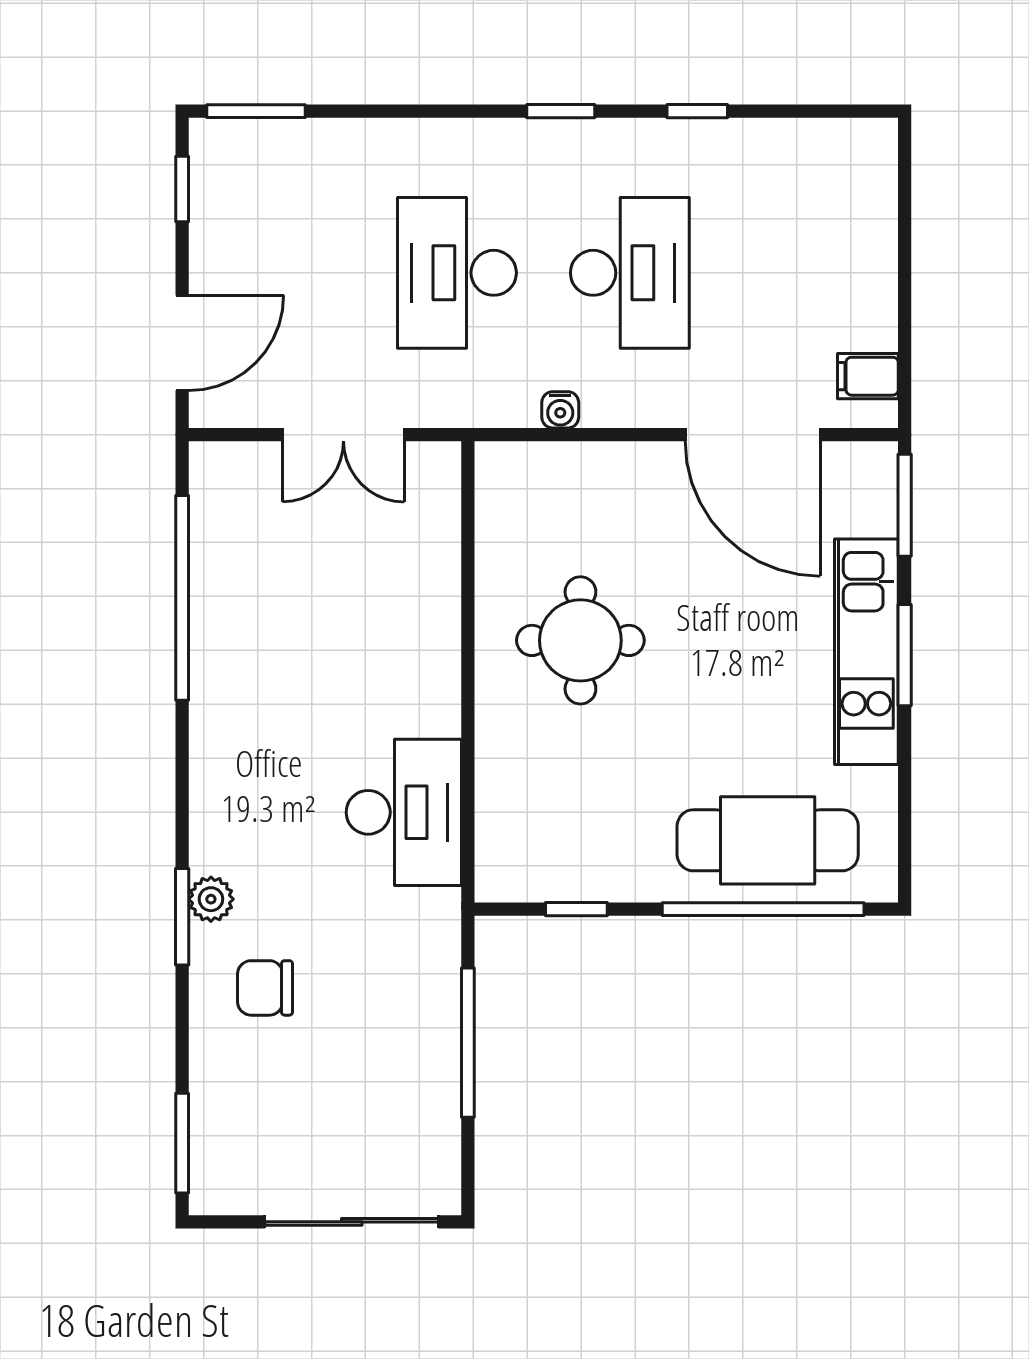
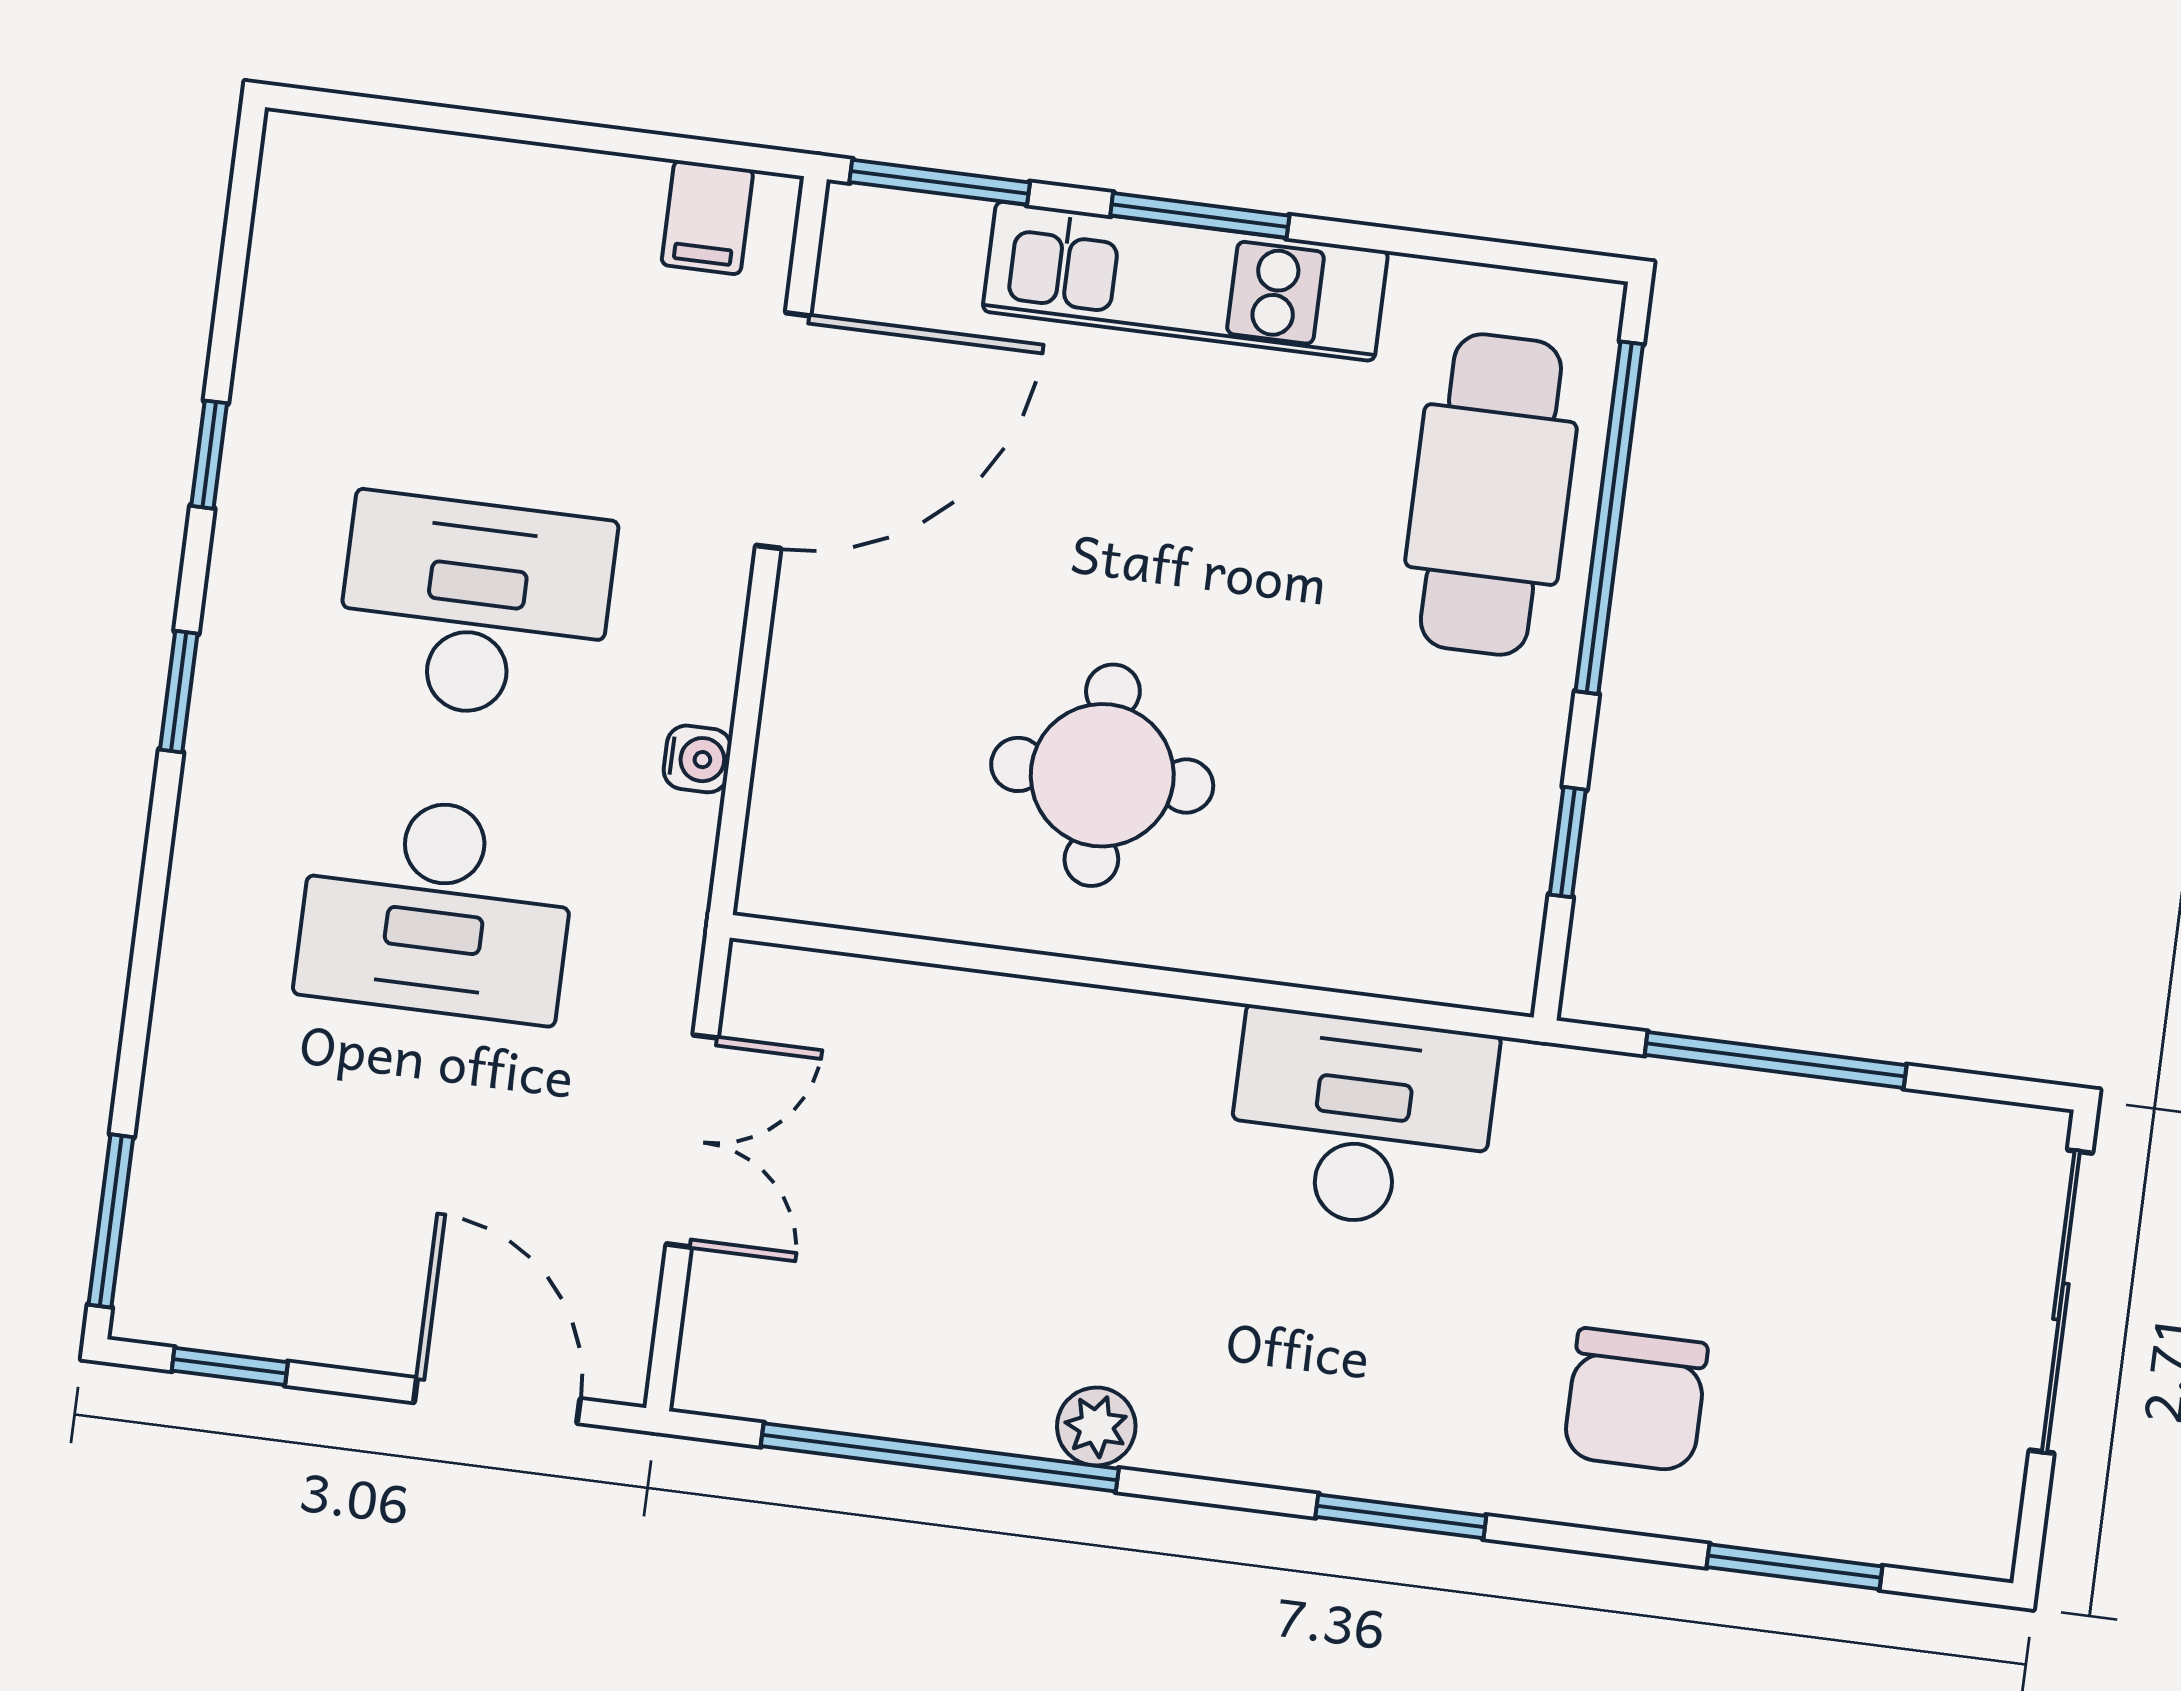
plant: (211, 899) -> (1096, 1426), moved
window: (182, 917) -> (1401, 1516), moved
chair: (265, 988) -> (1635, 1400), width x1.37, depth x1.37
window: (182, 1143) -> (1794, 1567), moved

